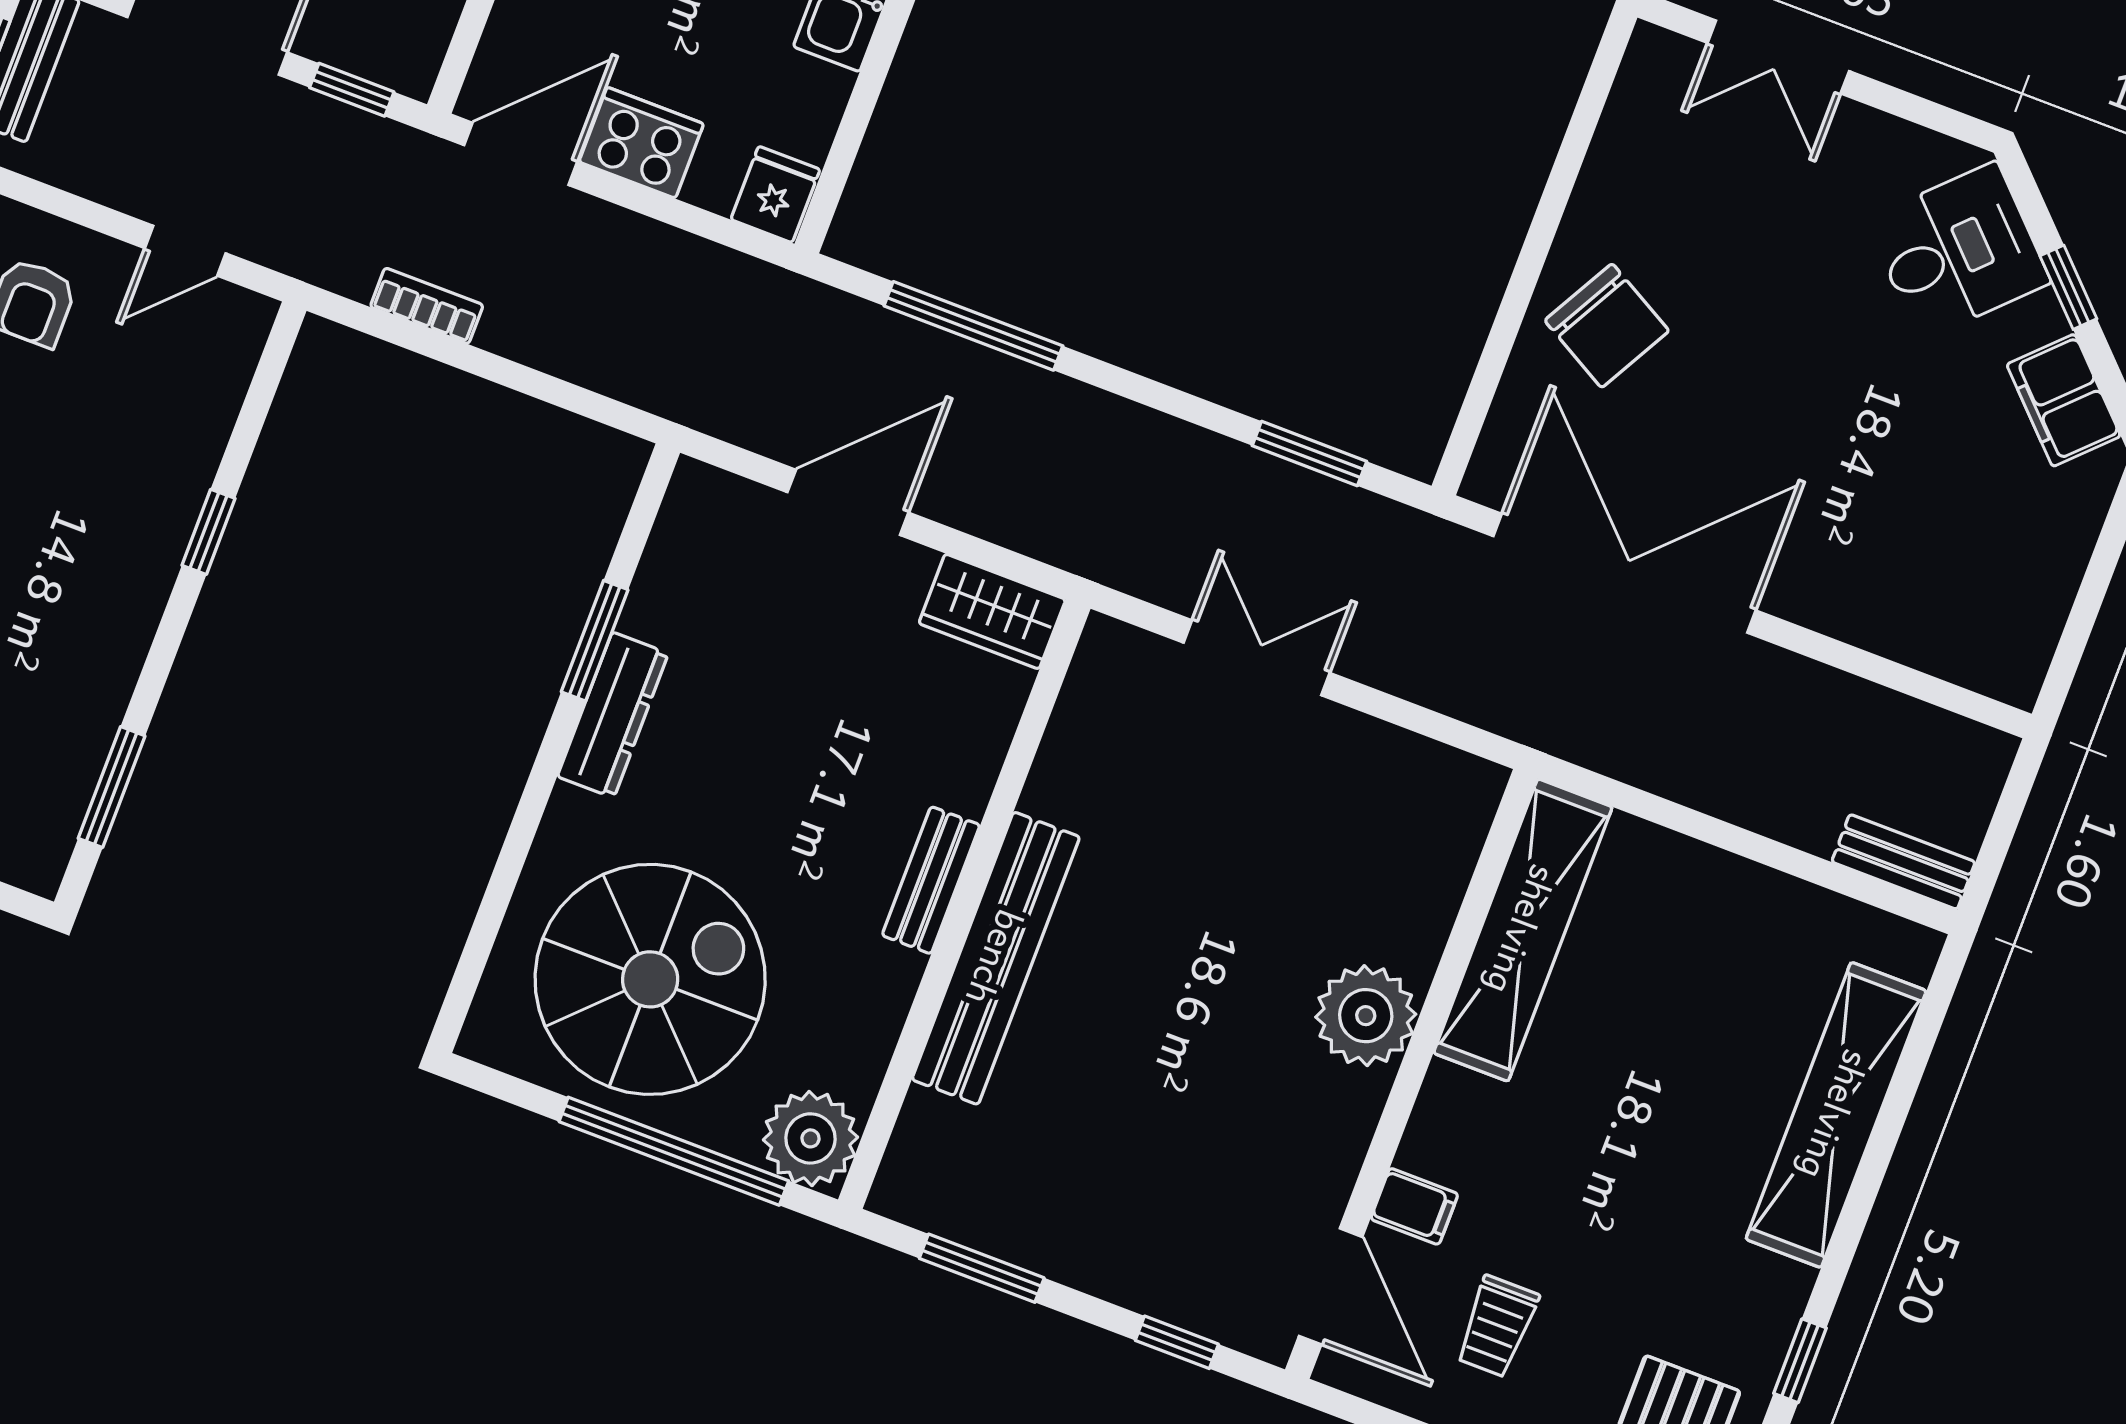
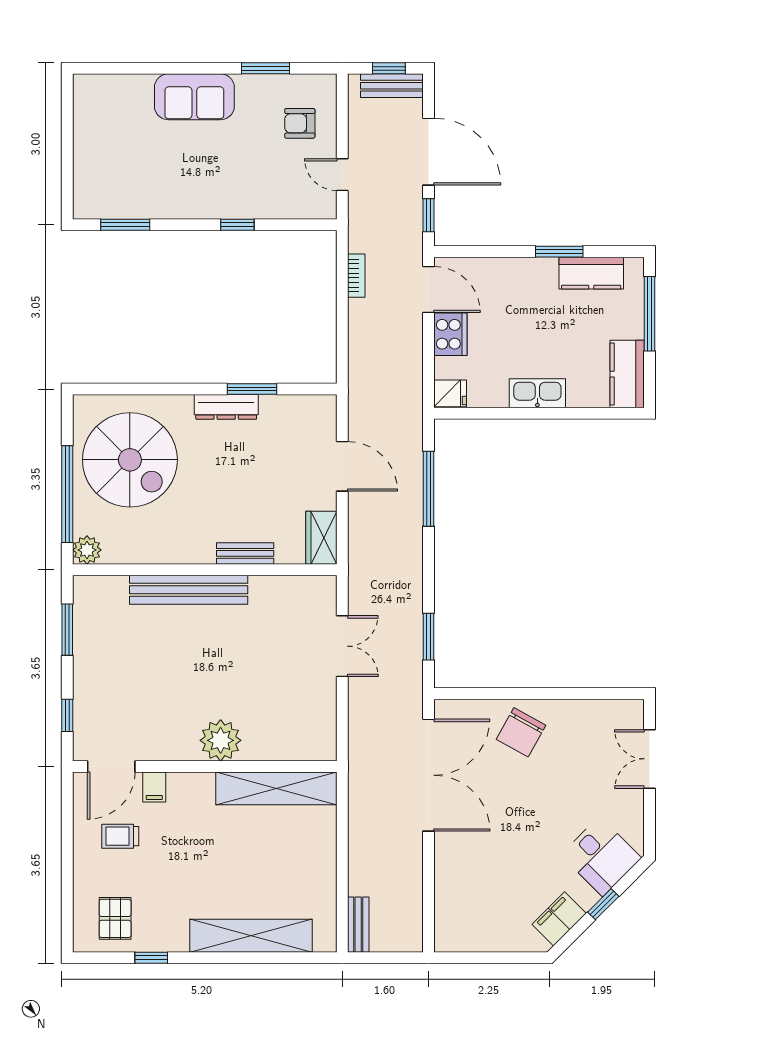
bench: (931, 880) -> (245, 553), moved
plant: (811, 1138) -> (87, 550), width x0.73, depth x0.73

